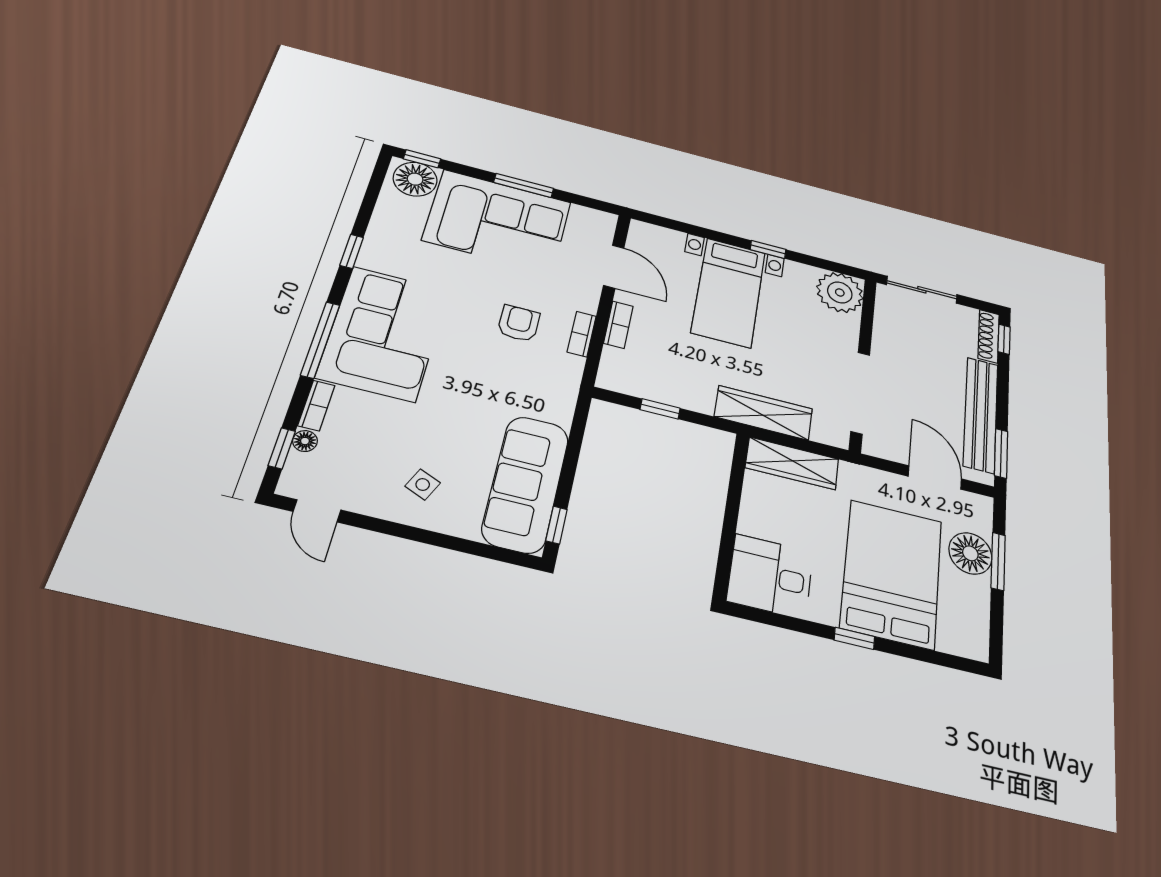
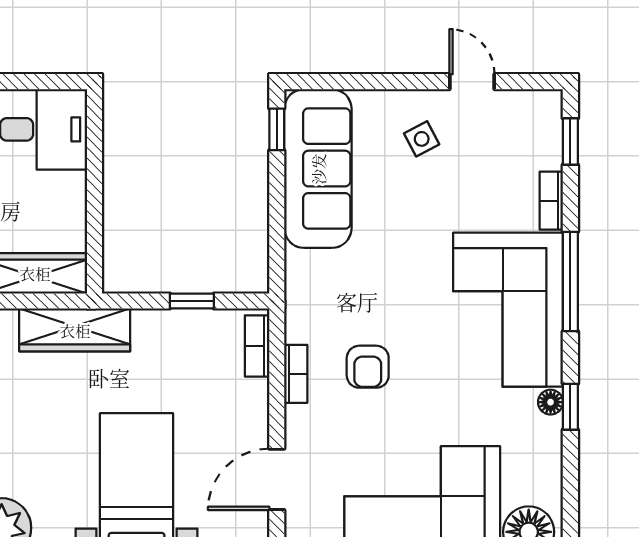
door: (614, 267) -> (277, 479), hinge flipped
bookcase: (618, 325) -> (257, 346), moved
floor lamp: (305, 441) -> (551, 402), moved
side table: (423, 485) -> (422, 139), turned 38
door: (317, 511) -> (472, 82), moved

